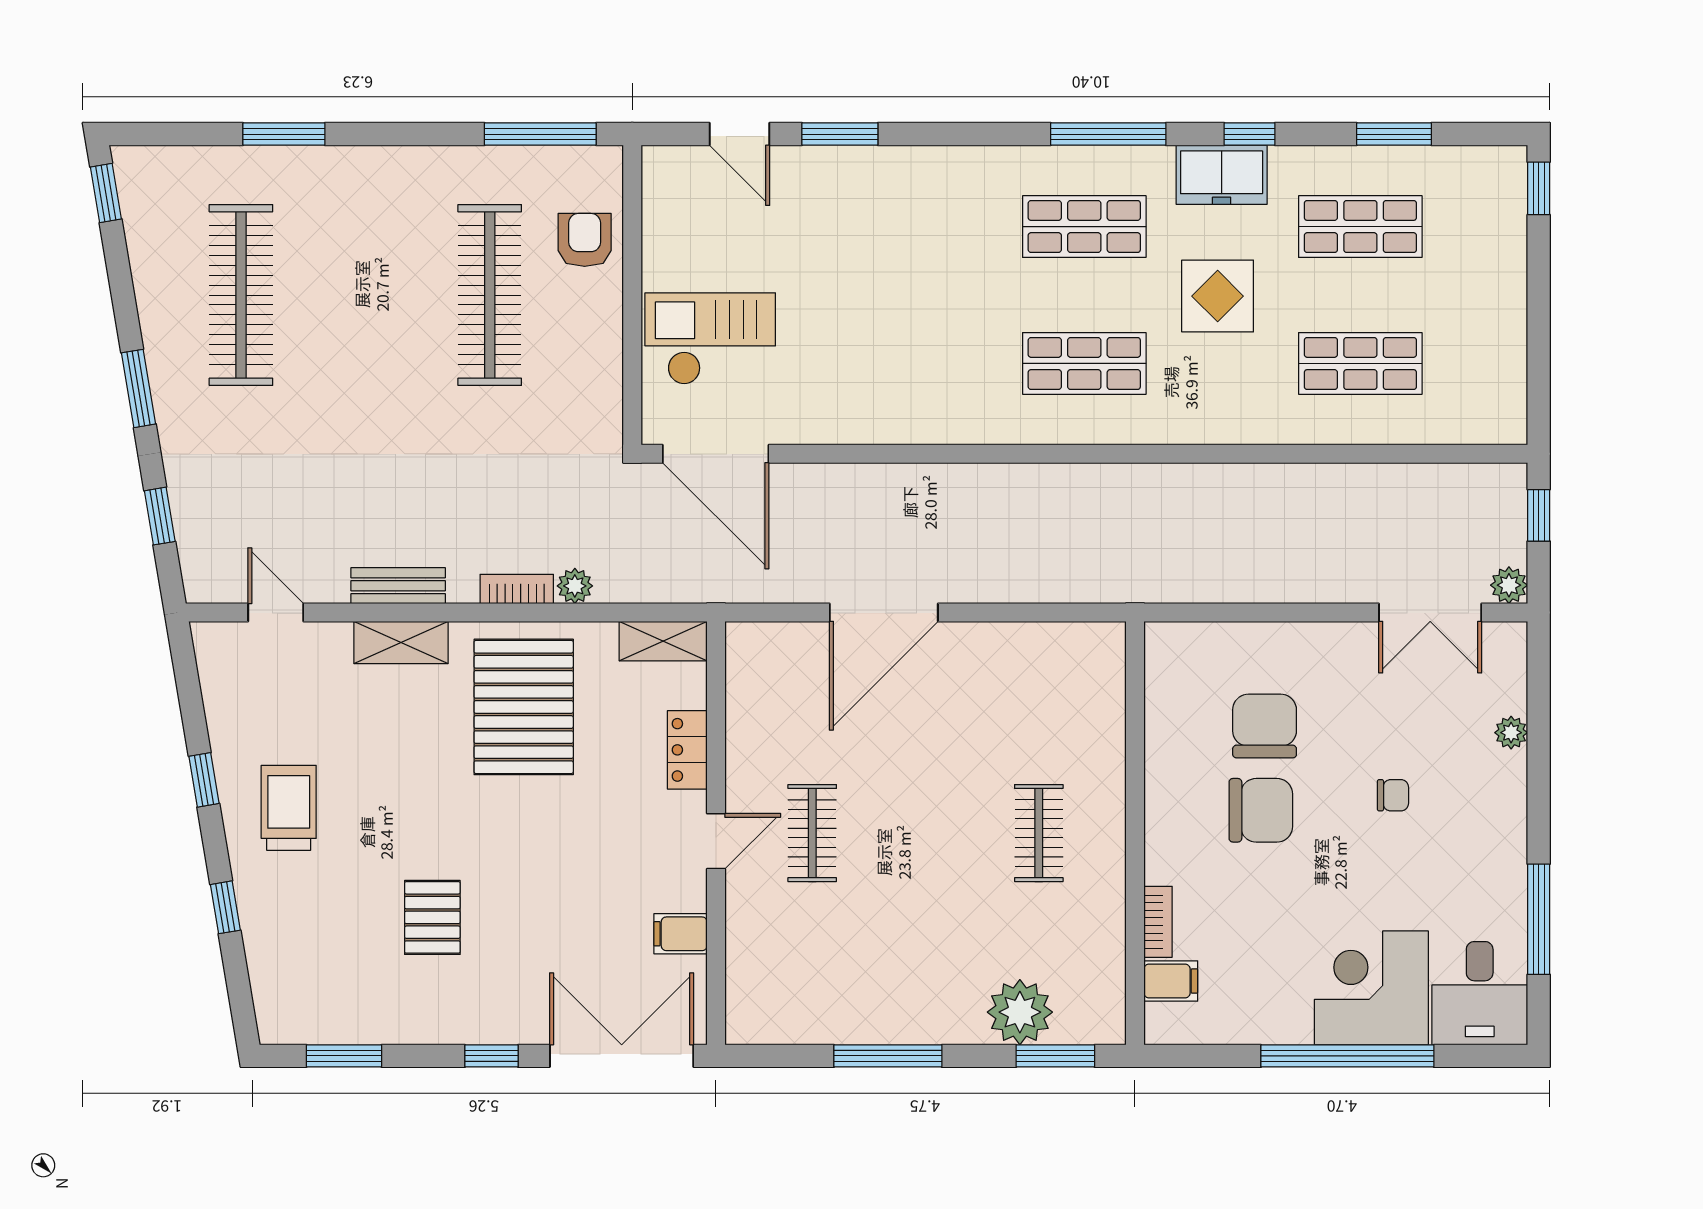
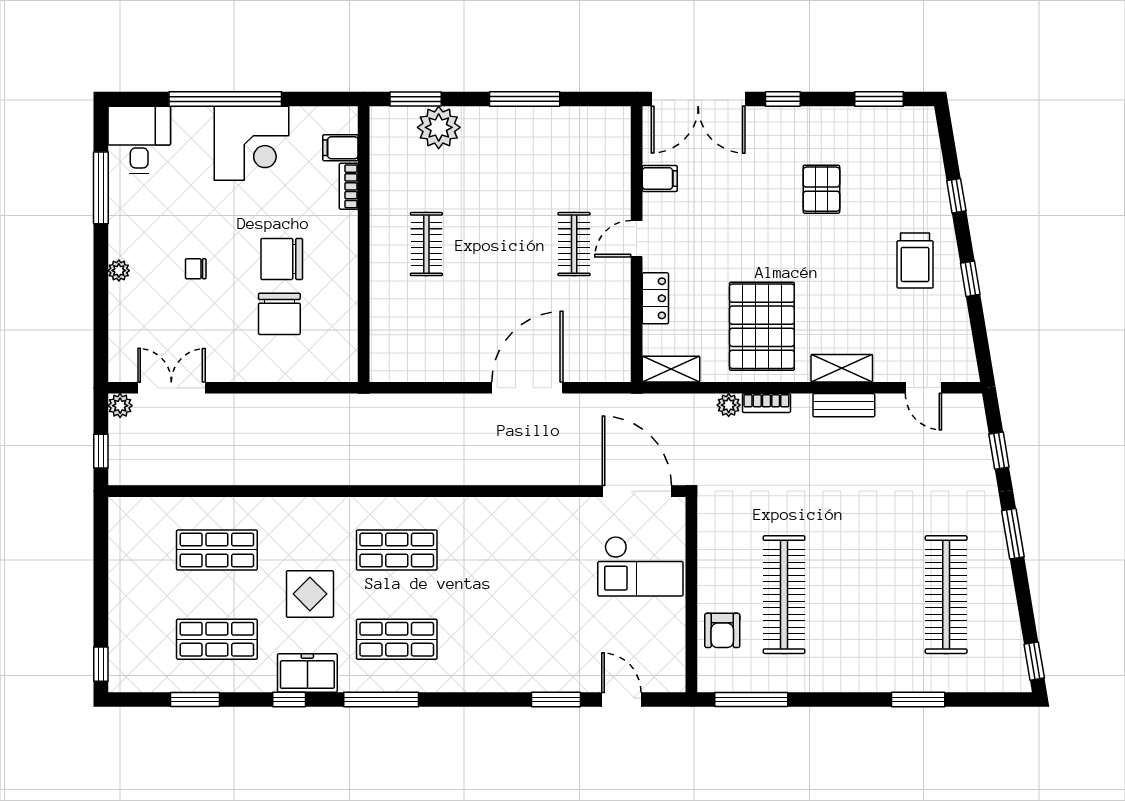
plant: (1511, 733) -> (119, 271), moved
corner desk: (1371, 988) -> (252, 143), moved

